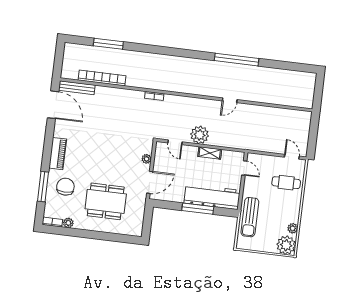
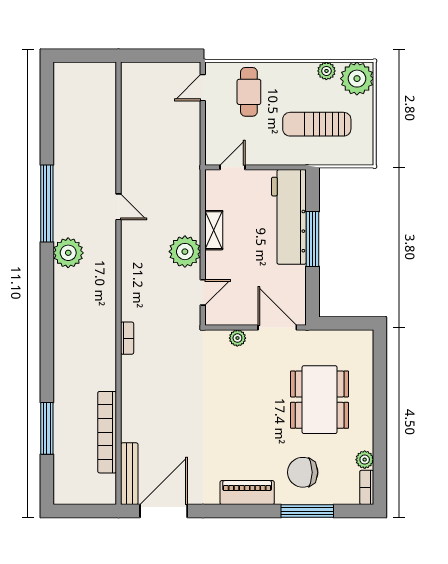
plant: (207, 68) -> (68, 253), added
sun lounger: (250, 217) -> (317, 124), moved, turned 180

